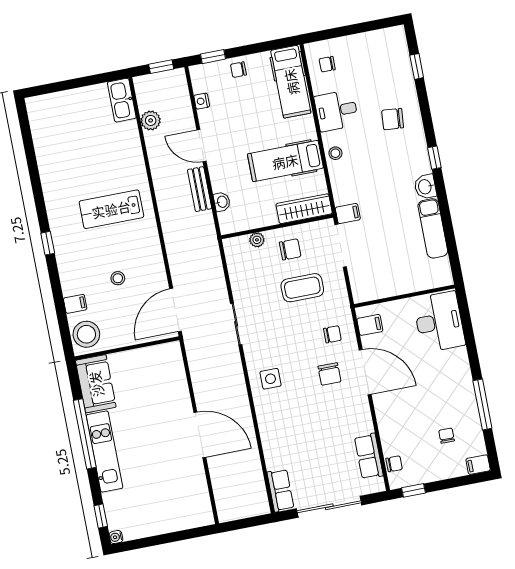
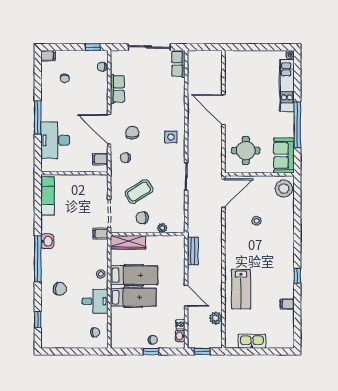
window: (213, 57) -> (151, 351), moved
hospital bed: (291, 82) -> (133, 297), moved, turned 90
kitchen sink: (122, 100) -> (252, 341), moved, turned -90
window: (434, 158) -> (38, 259), width x3.17
bench: (200, 189) -> (193, 251), moved
washbasin: (222, 202) -> (180, 336), moved
lab bench: (111, 209) -> (241, 289), moved, turned 90
exam couch: (433, 228) -> (48, 196), moved
window: (48, 243) -> (297, 276), moved
coffee table: (302, 288) -> (139, 192), turned -32
filing cabinet: (75, 304) -> (287, 304), moved
desk: (439, 322) -> (55, 140), moved
round table: (154, 380) -> (246, 151), added
window: (482, 405) -> (38, 117), moved
kitchen unit: (104, 451) -> (287, 85), moved
row of seats: (369, 456) -> (117, 89), moved
window: (101, 516) -> (297, 70), removed

